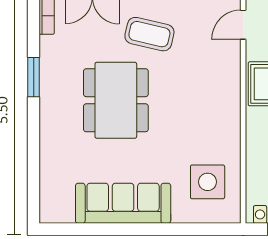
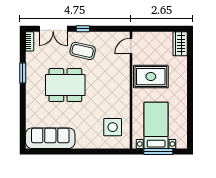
dining table: (116, 100) -> (65, 85), turned 90
sofa: (123, 203) -> (50, 138), moved

